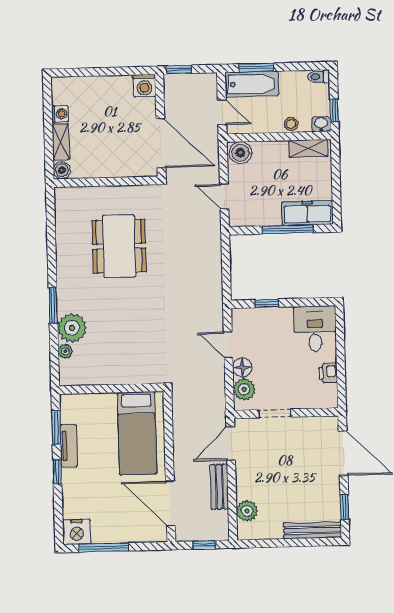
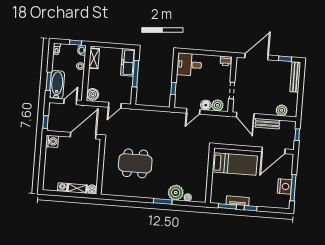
printer: (328, 373) -> (226, 61), moved
nightstand: (77, 532) -> (285, 186), moved

